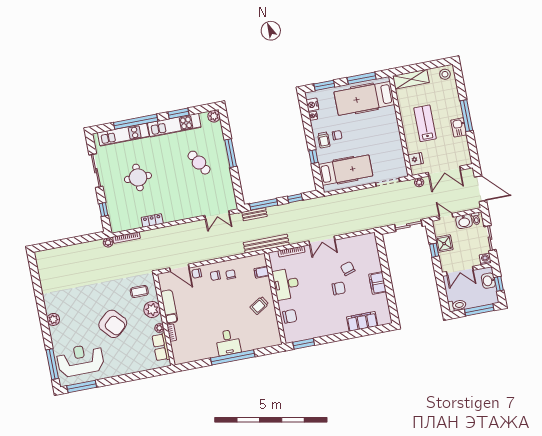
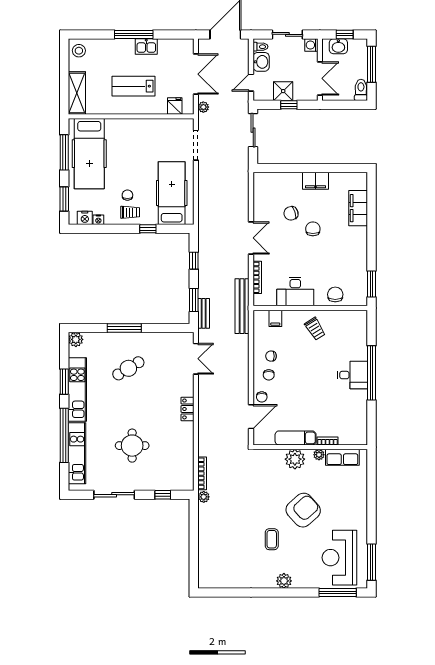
window: (264, 204) -> (194, 300), width x0.69
locker: (152, 220) -> (187, 409), moved
coffee table: (139, 291) -> (272, 539), moved

